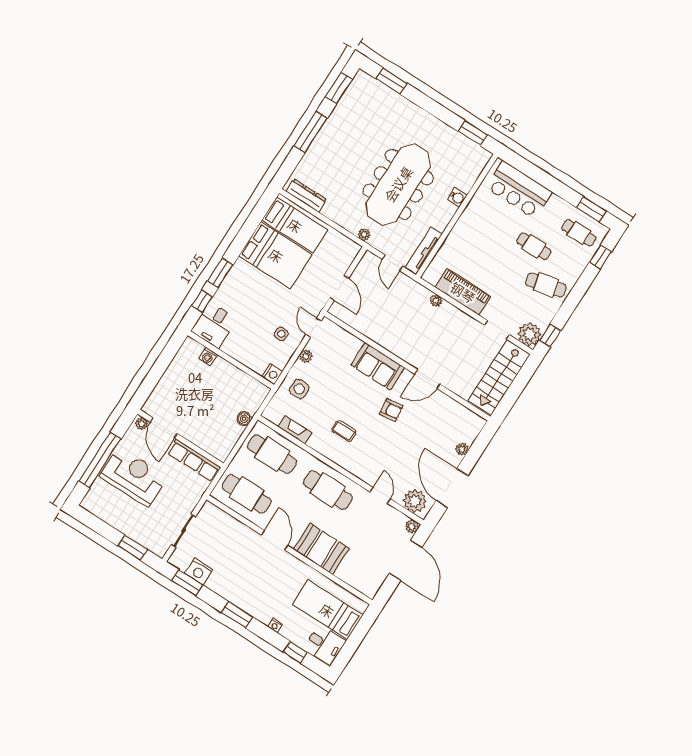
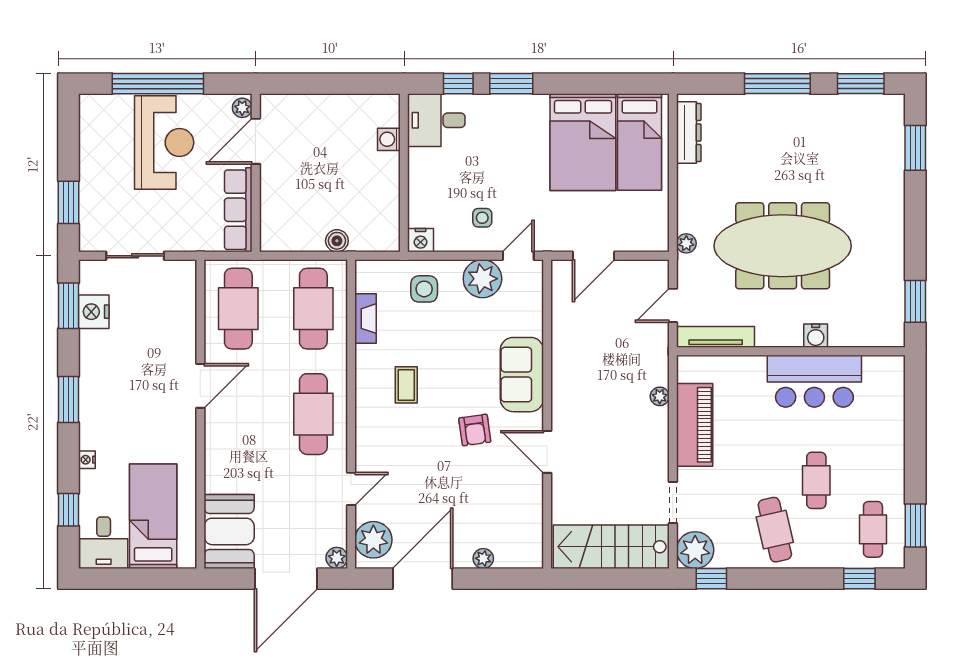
bar counter: (519, 190) -> (814, 381), moved, turned -90
plant: (306, 356) -> (482, 279), width x1.88, depth x1.88
booth: (321, 549) -> (229, 531), moved

